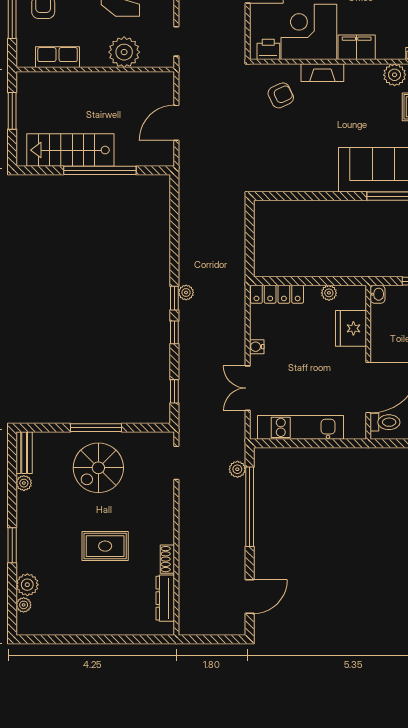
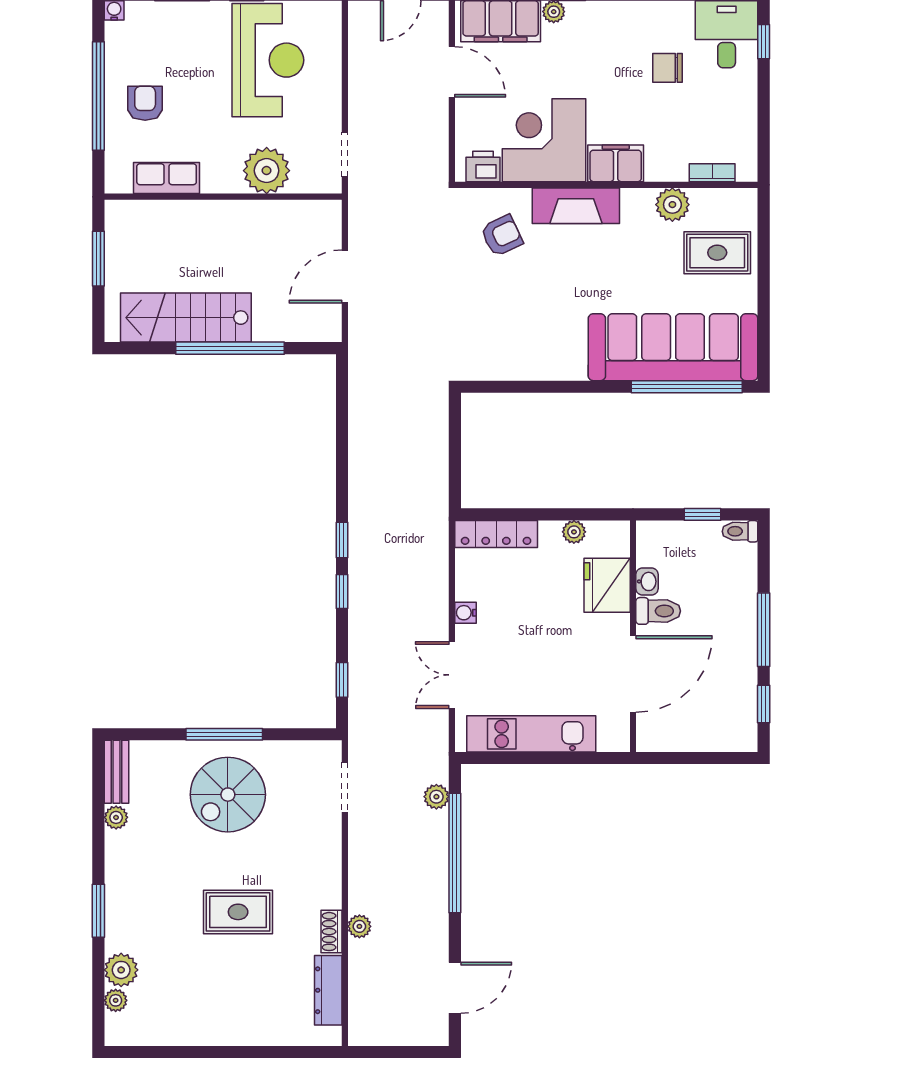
fireplace: (322, 73) -> (576, 206), width x1.37, depth x1.32
plant: (186, 292) -> (359, 926), moved
washbasin: (378, 294) -> (647, 581), moved
toilet: (385, 422) -> (658, 611), moved

